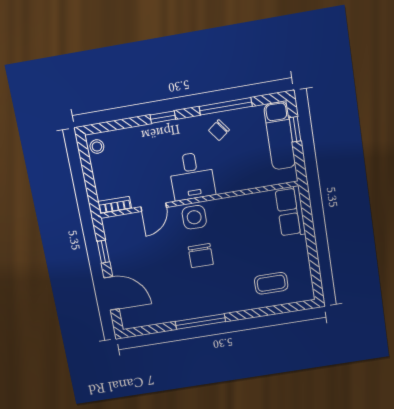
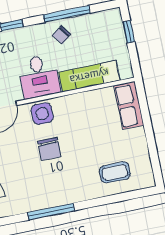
exam couch: (280, 136) -> (89, 76), moved, turned 90

